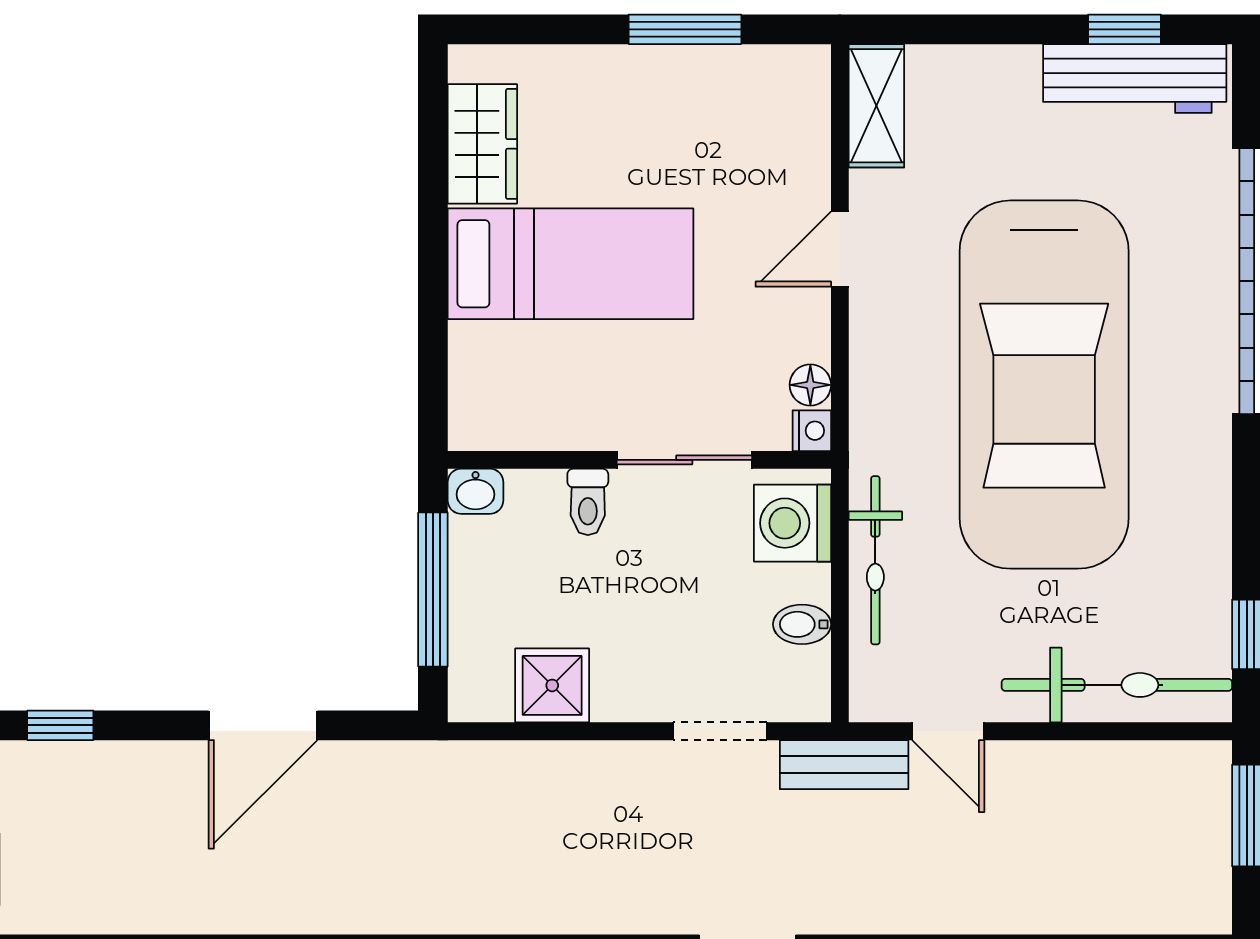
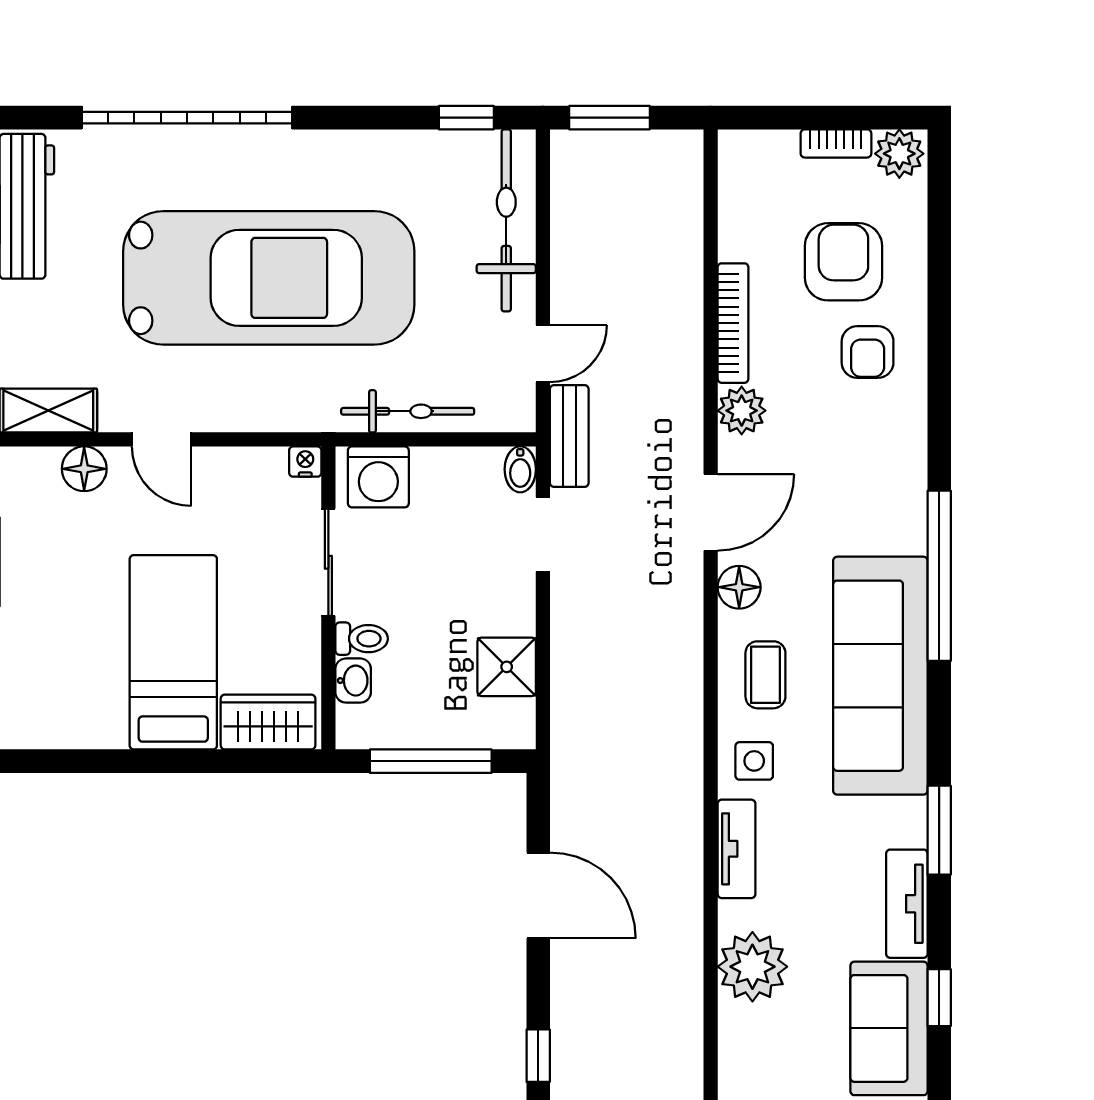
wardrobe: (482, 144) -> (268, 722), moved
floor lamp: (810, 385) -> (84, 469), moved, width x1.37, depth x1.37
washbasin: (476, 491) -> (353, 681), moved
bidet: (802, 624) -> (520, 469), moved

